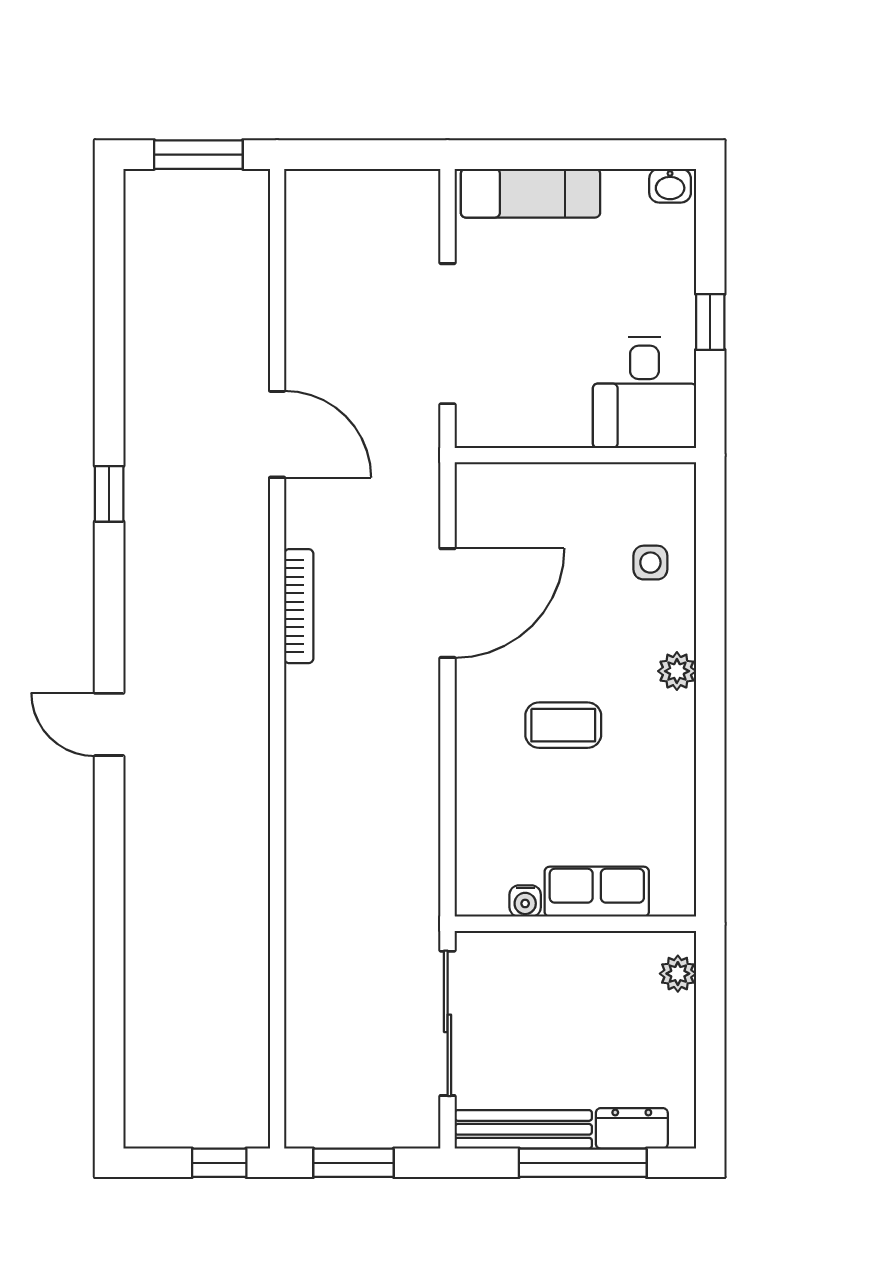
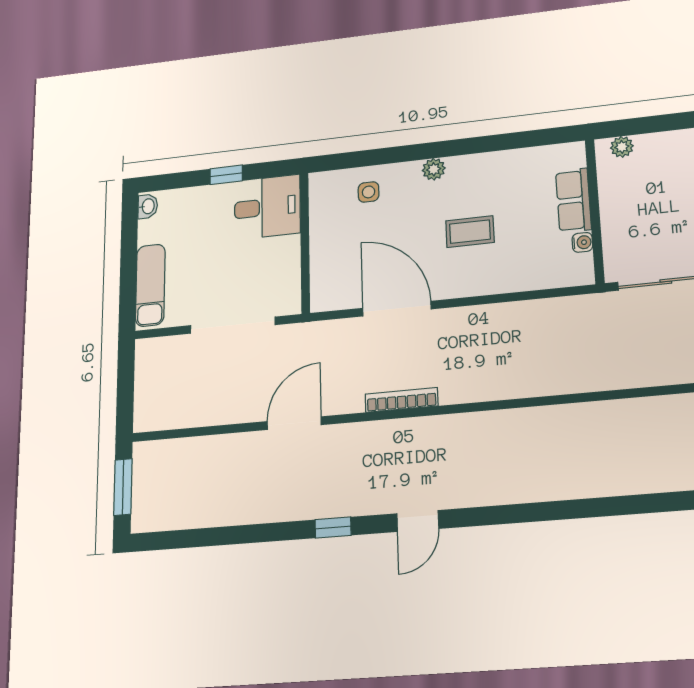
door: (109, 724) -> (418, 521), moved
coffee table: (563, 725) -> (470, 232), turned 90

